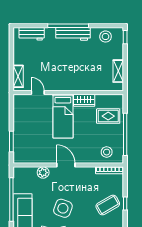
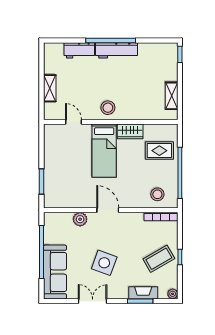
workbench: (32, 34) -> (79, 50), moved
stool: (105, 37) -> (108, 108), moved
shelving: (18, 76) -> (50, 88), moved

